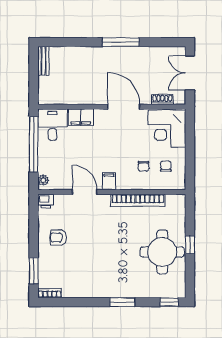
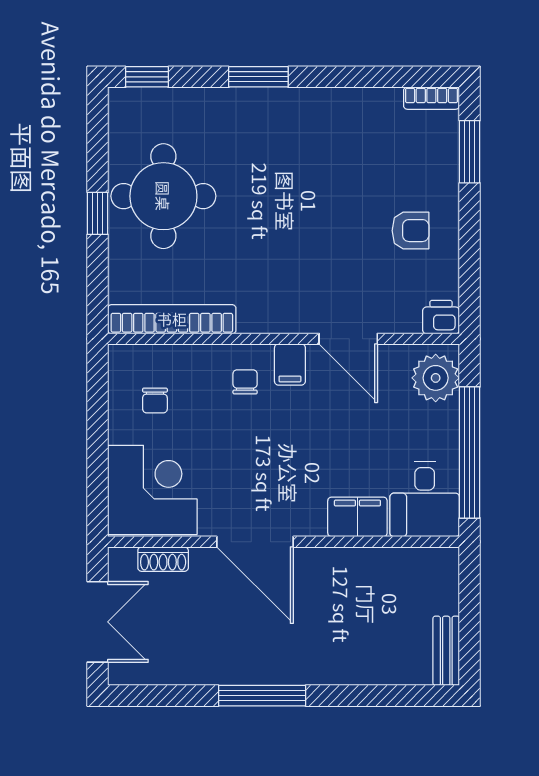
chair: (143, 166) -> (245, 382), moved
plant: (43, 180) -> (436, 378), width x1.88, depth x1.88
bookcase: (138, 200) -> (172, 319), moved

